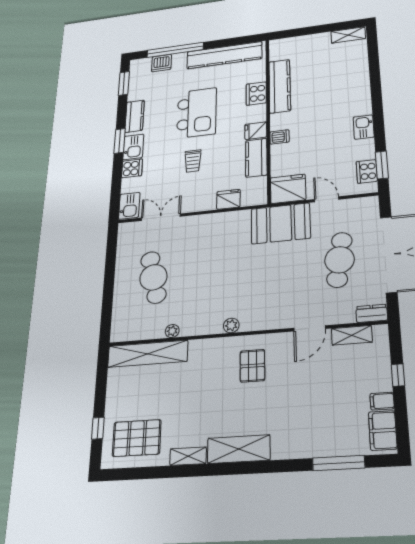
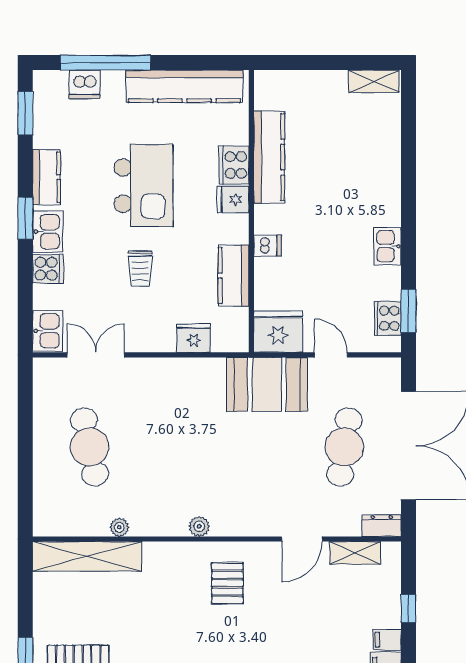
fridge: (256, 131) -> (233, 199), moved

